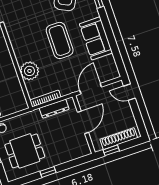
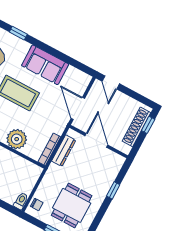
door: (129, 92) -> (111, 83), hinge flipped
window: (111, 150) -> (148, 125), moved
window: (48, 172) -> (113, 190), moved

